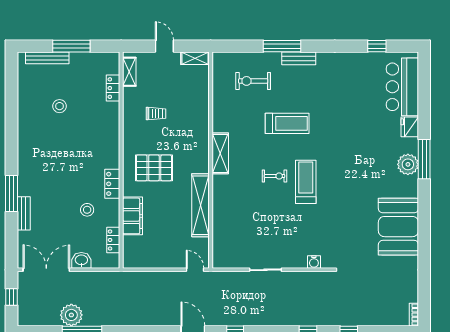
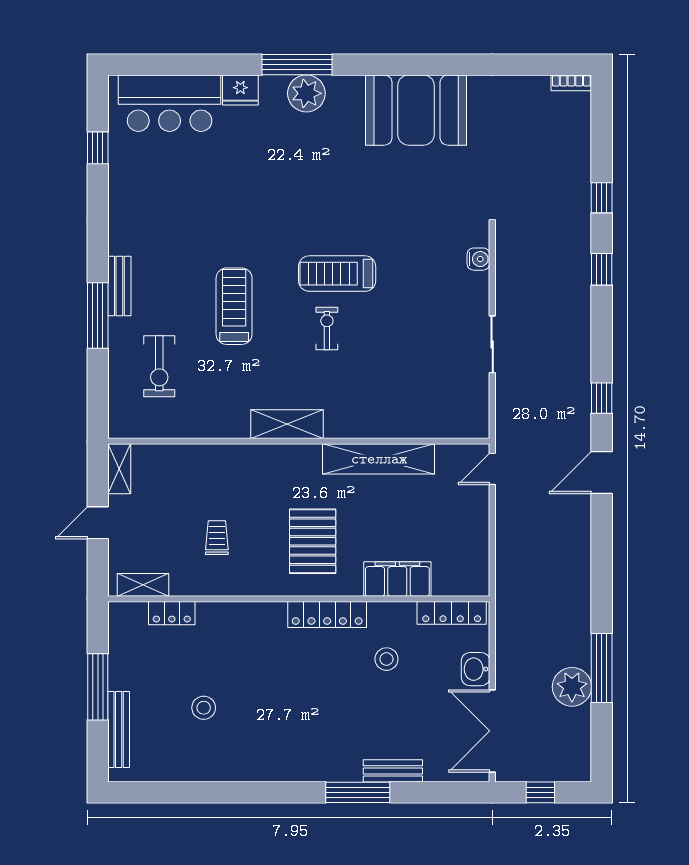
locker: (112, 184) -> (327, 615), width x1.53
locker: (113, 240) -> (452, 613), width x1.53

